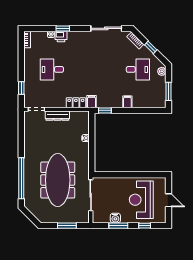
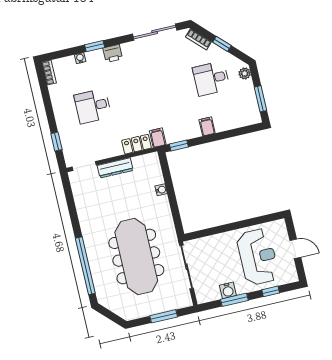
printer: (61, 36) -> (113, 53), moved
desk: (138, 69) -> (211, 78), turned 180
reception desk: (141, 200) -> (258, 257), turned 180

